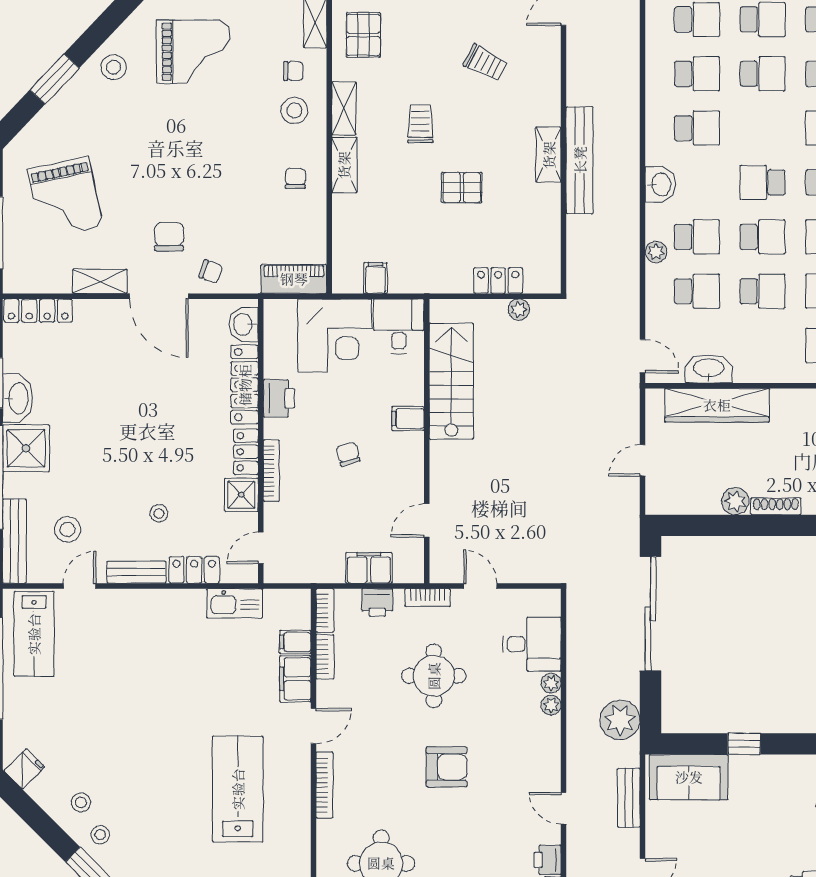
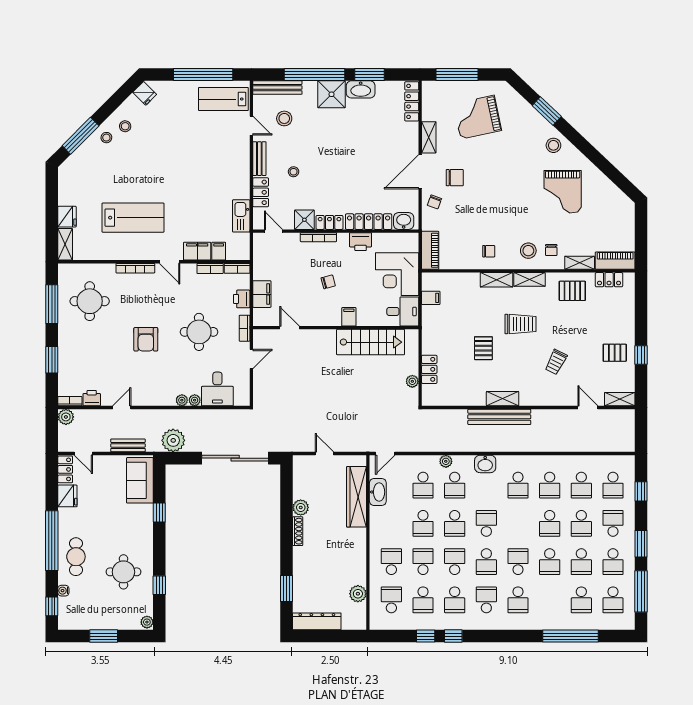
trolley: (420, 124) -> (521, 324), width x1.36, depth x1.39

